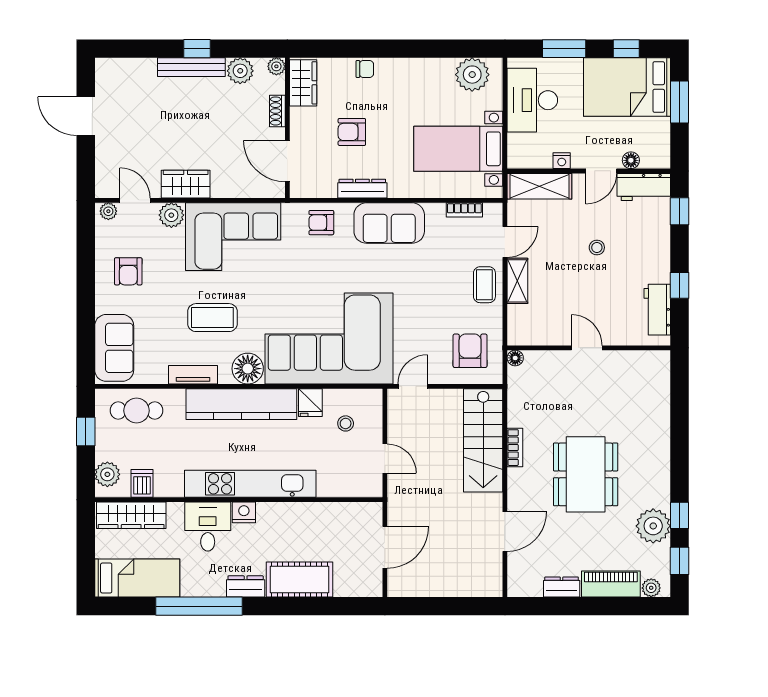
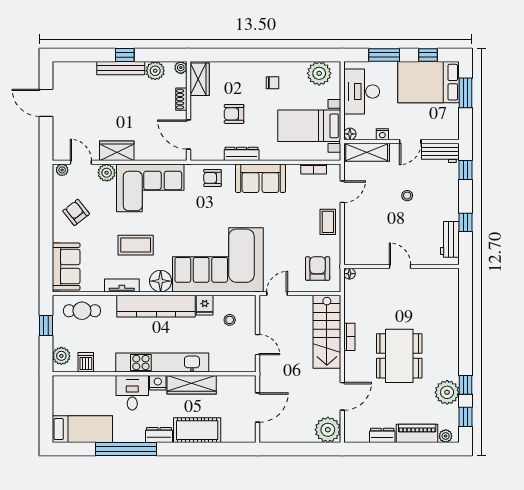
chair: (365, 69) -> (272, 83), moved
floor lamp: (631, 160) -> (350, 134), moved
armchair: (128, 271) -> (76, 212), turned 142
shelving: (517, 281) -> (351, 219), removed
wardrobe: (131, 515) -> (192, 385), moved
plant: (485, 579) -> (328, 430), added

